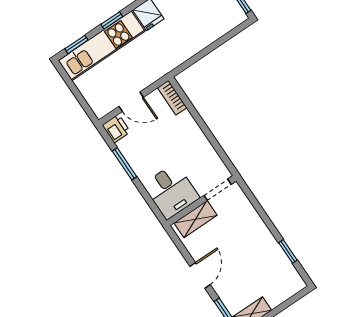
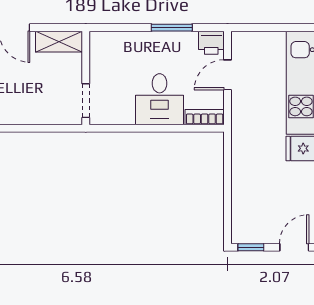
desk: (171, 191) -> (160, 99), moved, turned -90
shelving: (196, 219) -> (59, 42), moved, turned 90

